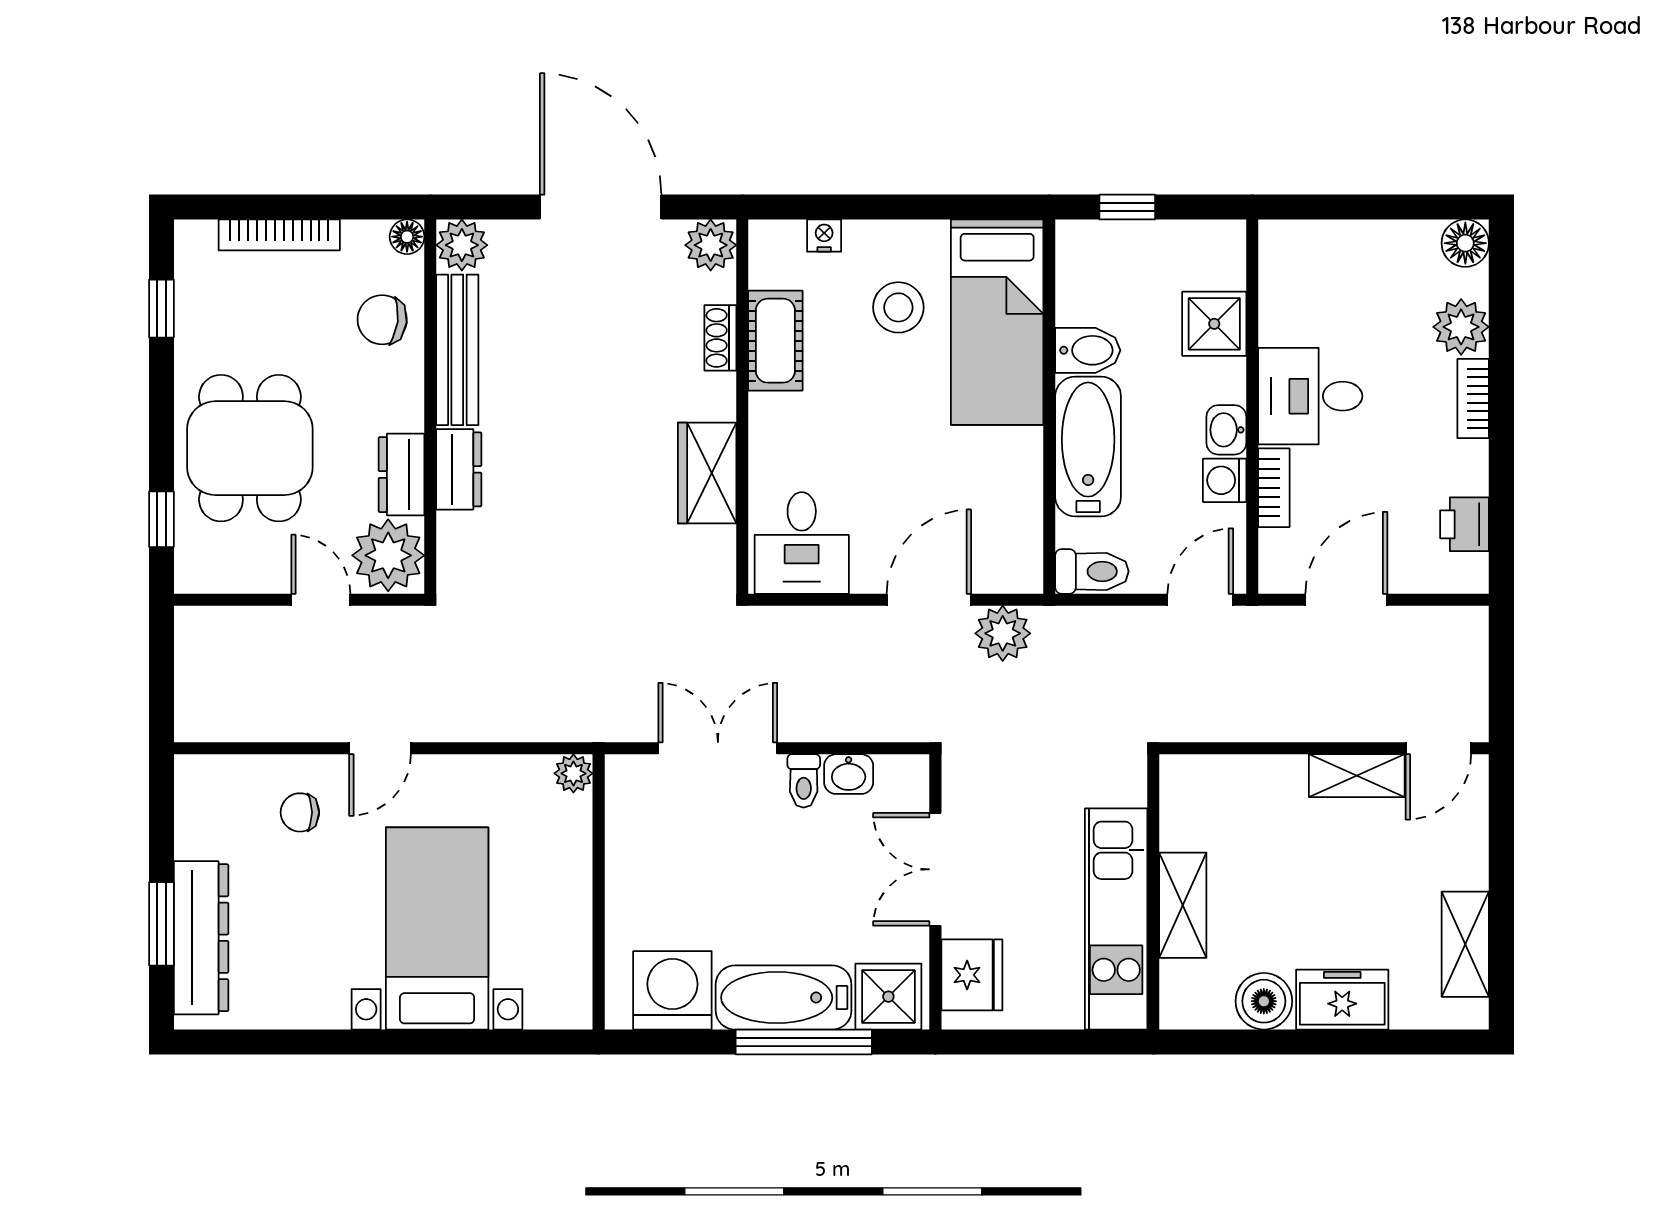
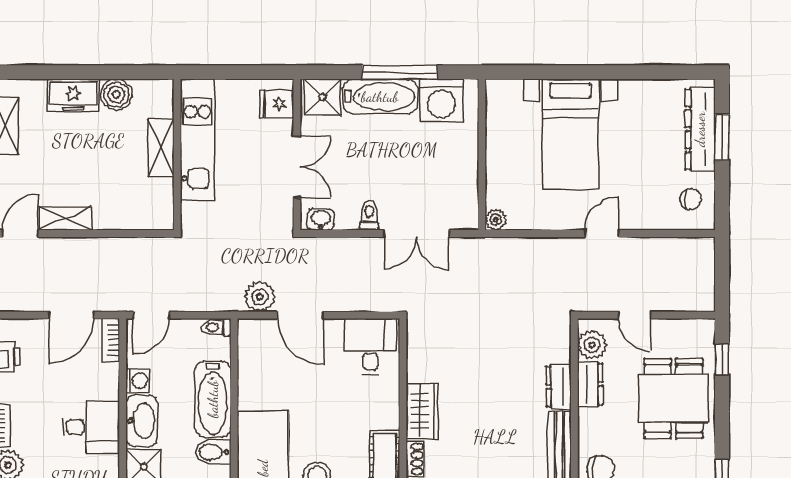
washbasin: (1226, 430) -> (142, 421), width x1.91, depth x1.45
wardrobe: (707, 473) -> (422, 411), moved
bookcase: (1274, 488) -> (111, 340), moved
plant: (388, 555) -> (592, 345), width x0.73, depth x0.73
toilet: (1092, 571) -> (216, 327), width x0.73, depth x0.72
door: (929, 600) -> (300, 315), hinge flipped
washbasin: (849, 774) -> (321, 219), moved
chair: (300, 812) -> (691, 199), moved
fridge: (972, 975) -> (277, 104), width x0.72
window: (804, 1042) -> (400, 72), moved

